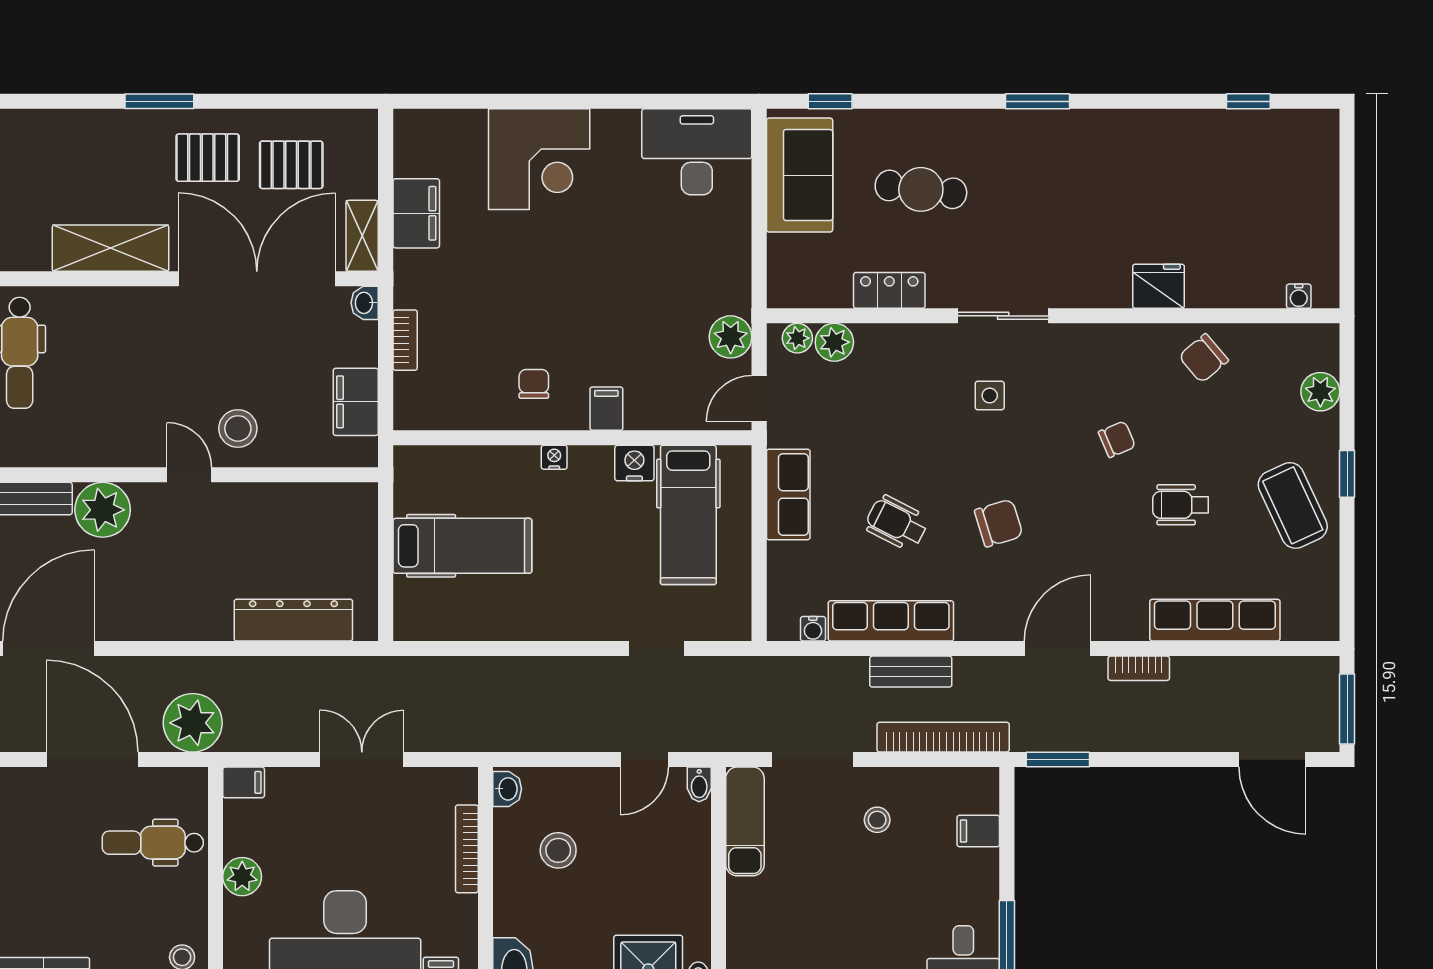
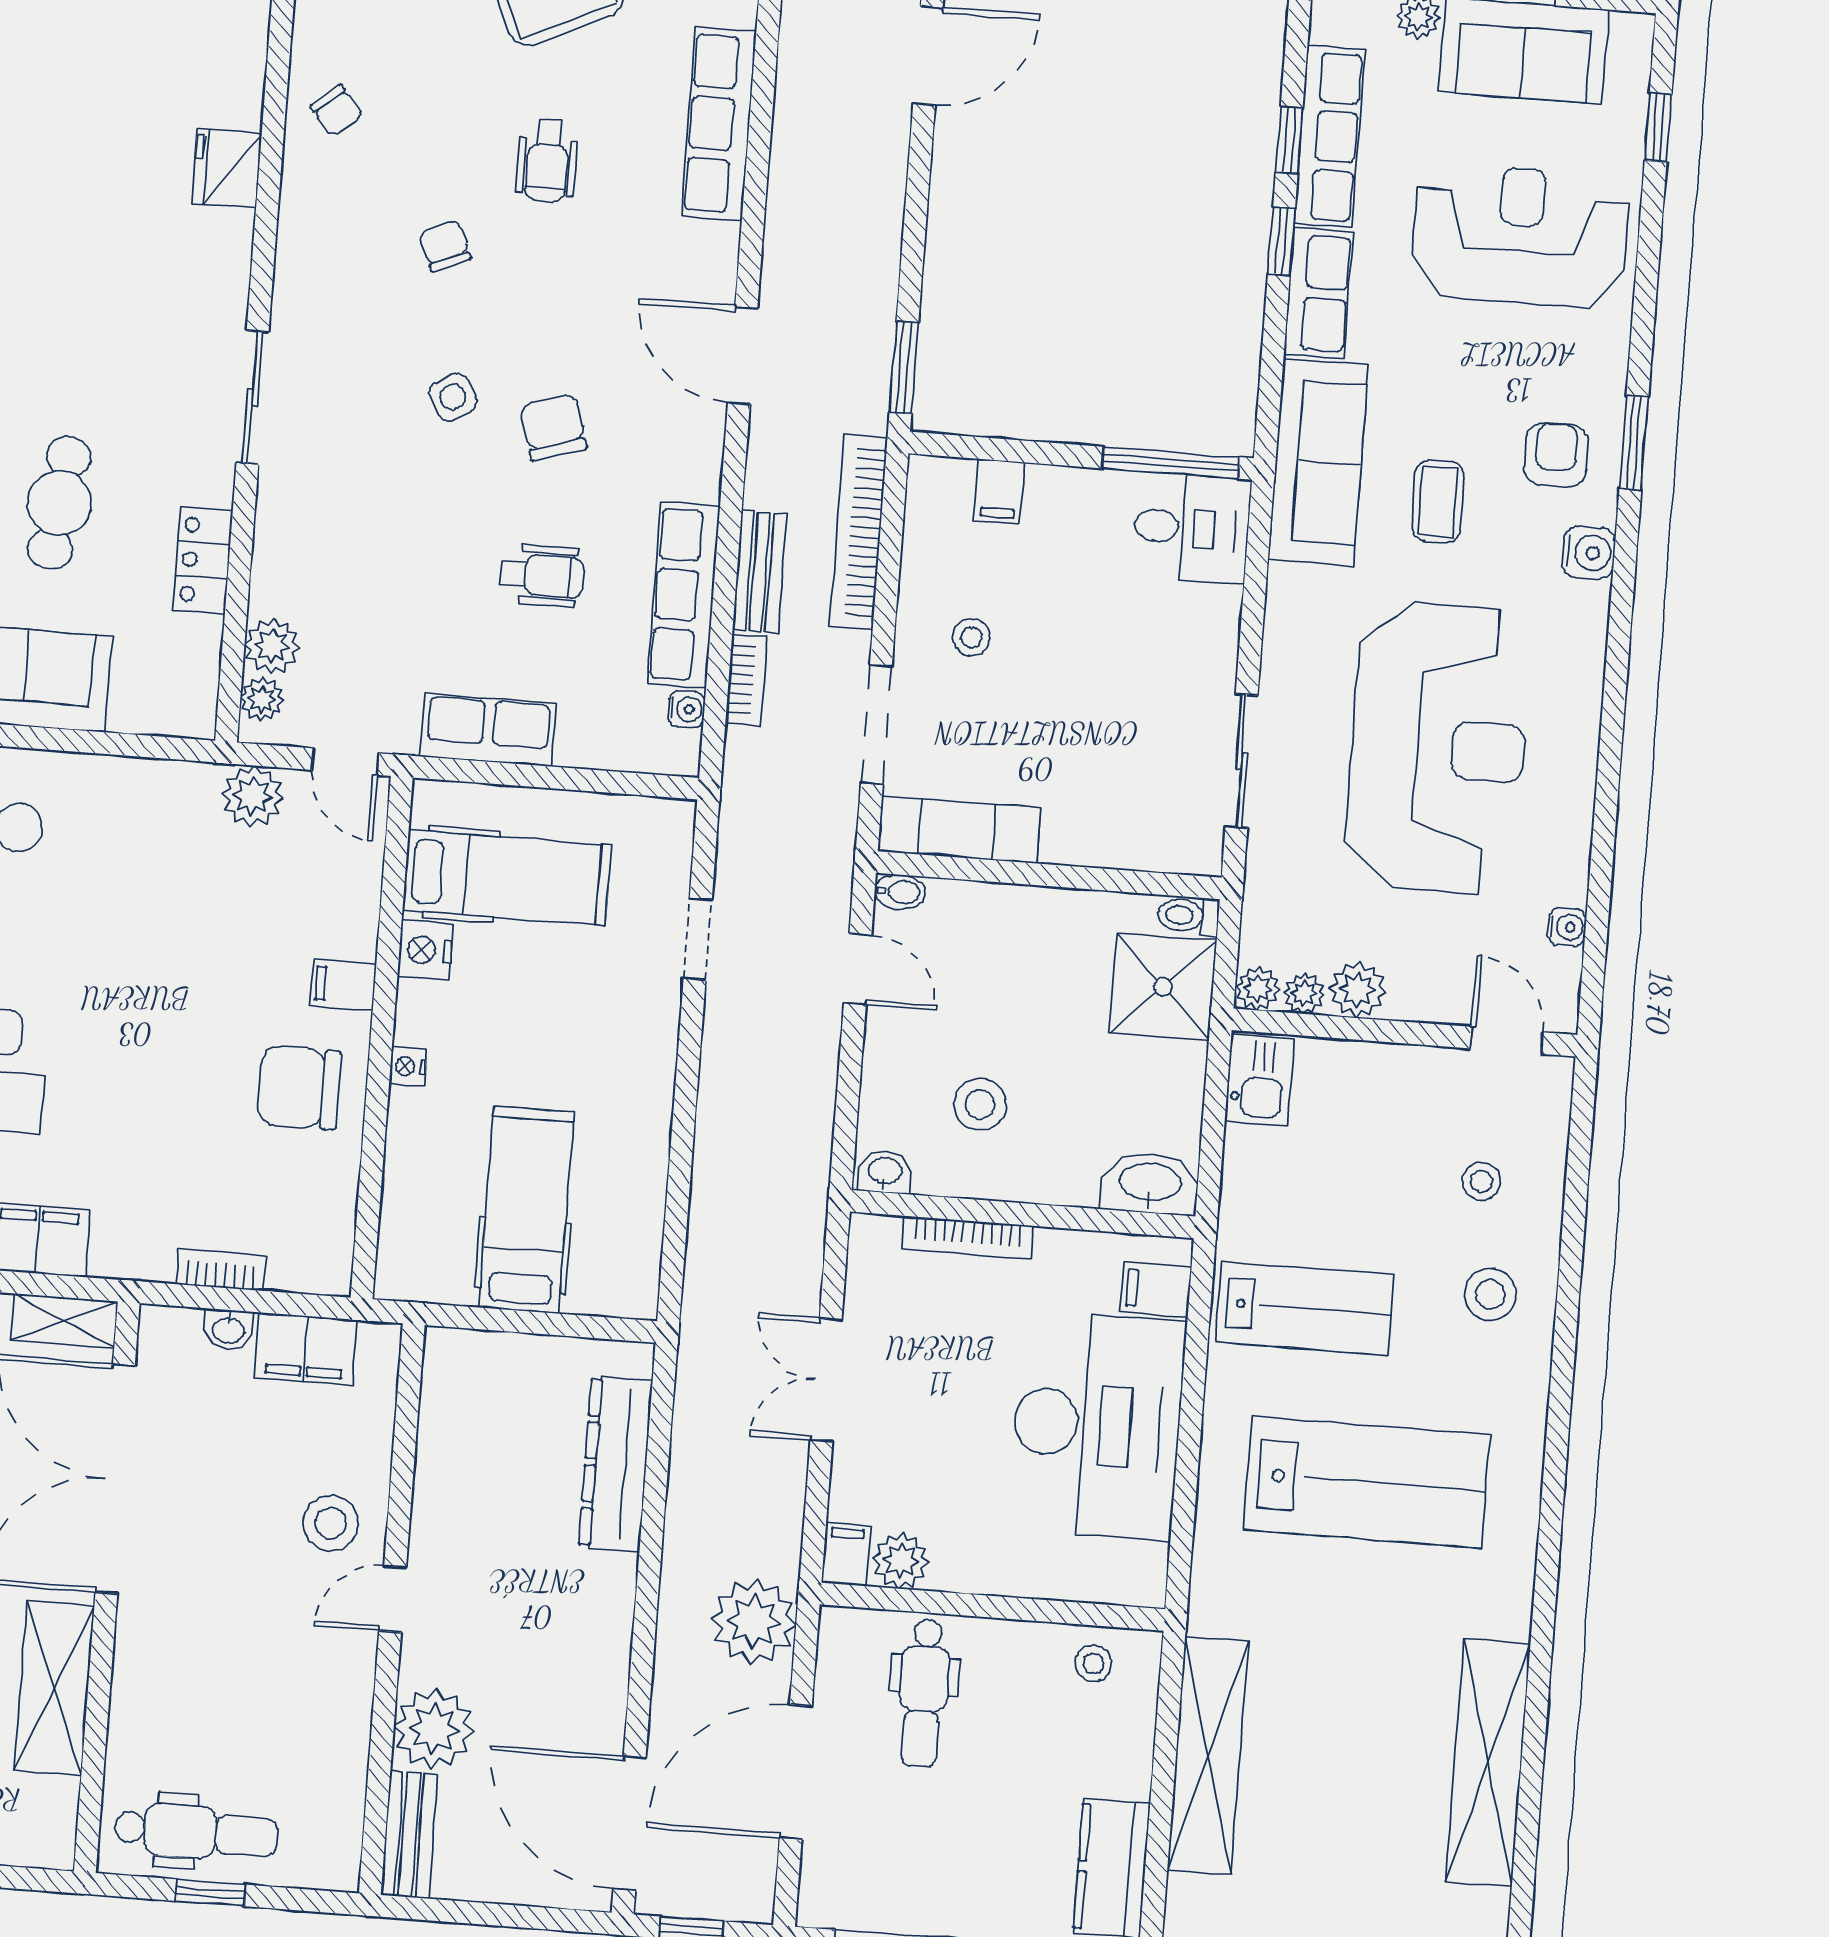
washbasin: (365, 303) -> (229, 1330), moved
chair: (1204, 358) -> (337, 111), width x0.73, depth x0.73
chair: (534, 384) -> (299, 1088), width x1.87, depth x1.87
side table: (990, 396) -> (453, 397), moved, turned -31
wheelchair: (897, 523) -> (542, 576), turned -117
bookcase: (1139, 668) -> (746, 680), moved
plant: (242, 877) -> (901, 1561), moved

